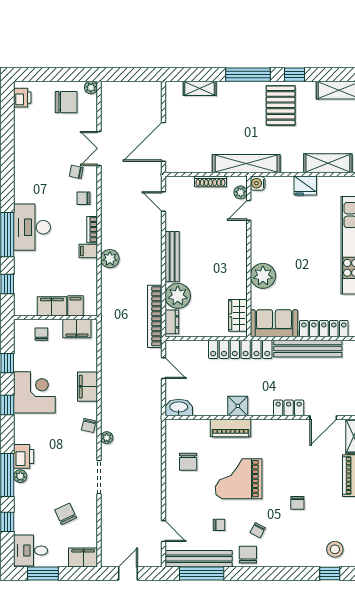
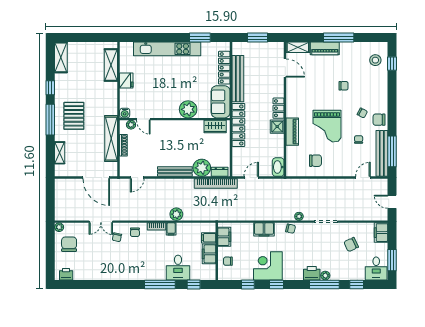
pallet: (281, 105) -> (74, 116), moved, turned 90
shelving: (246, 164) -> (111, 139), moved
desk: (32, 227) -> (178, 268), moved, width x0.73
locker: (289, 408) -> (278, 108), moved

